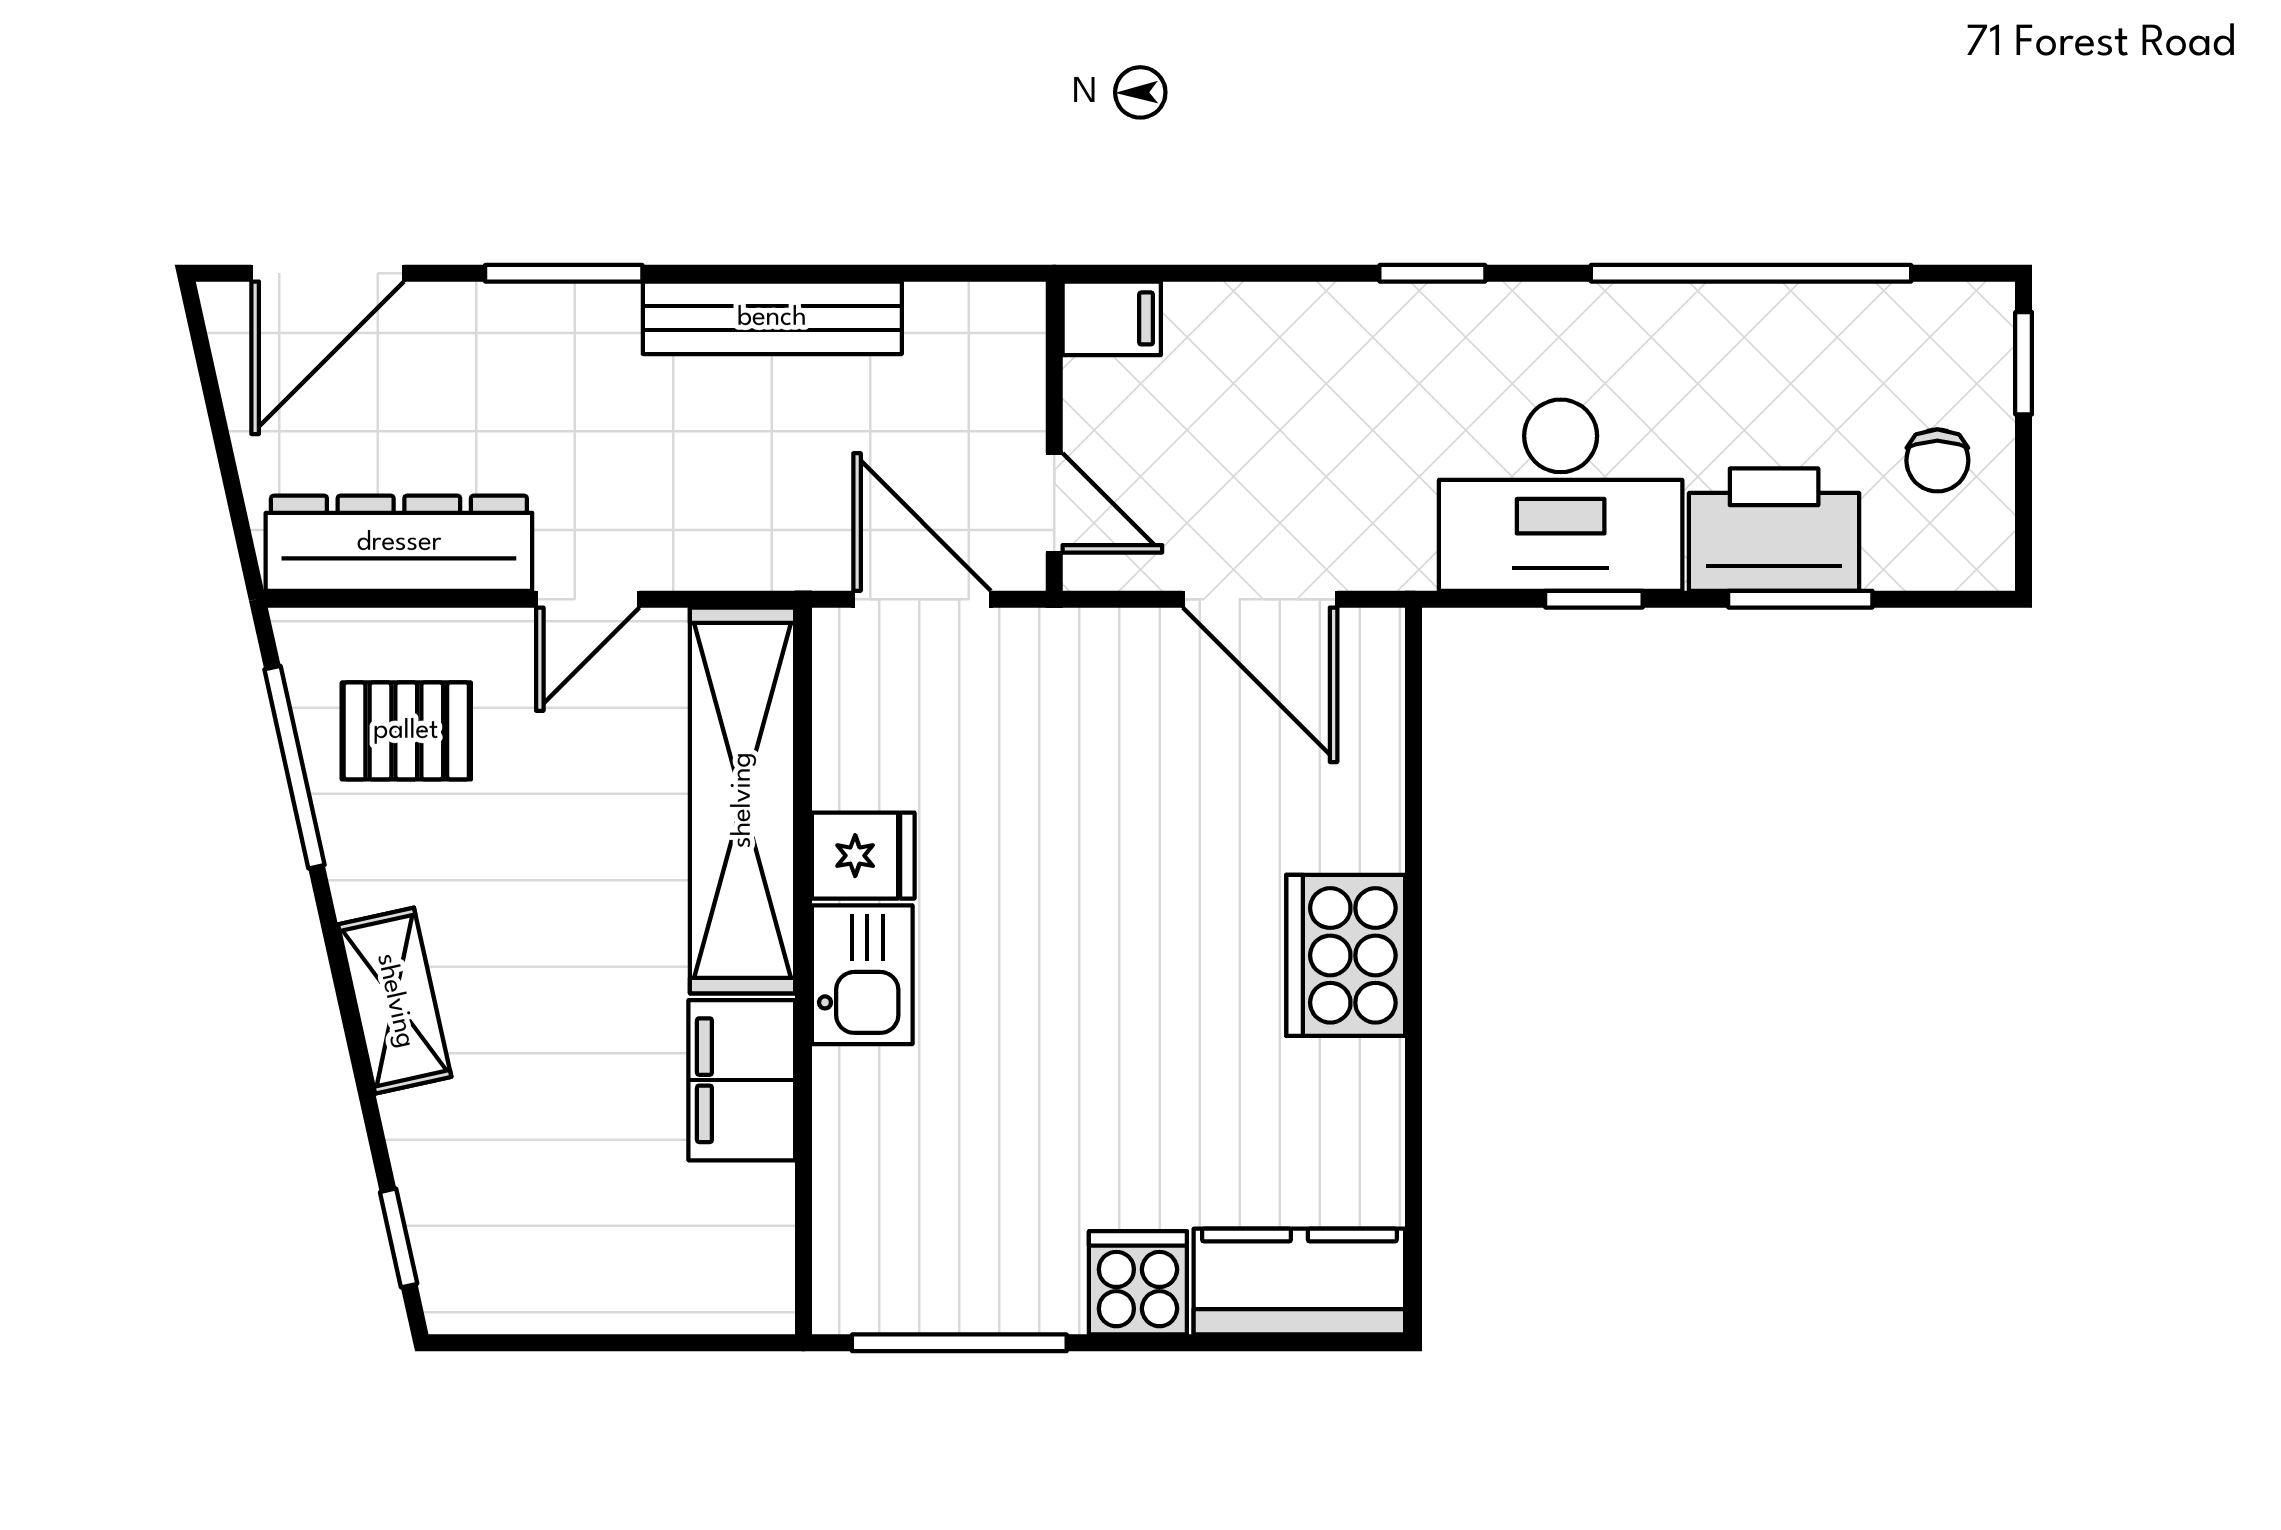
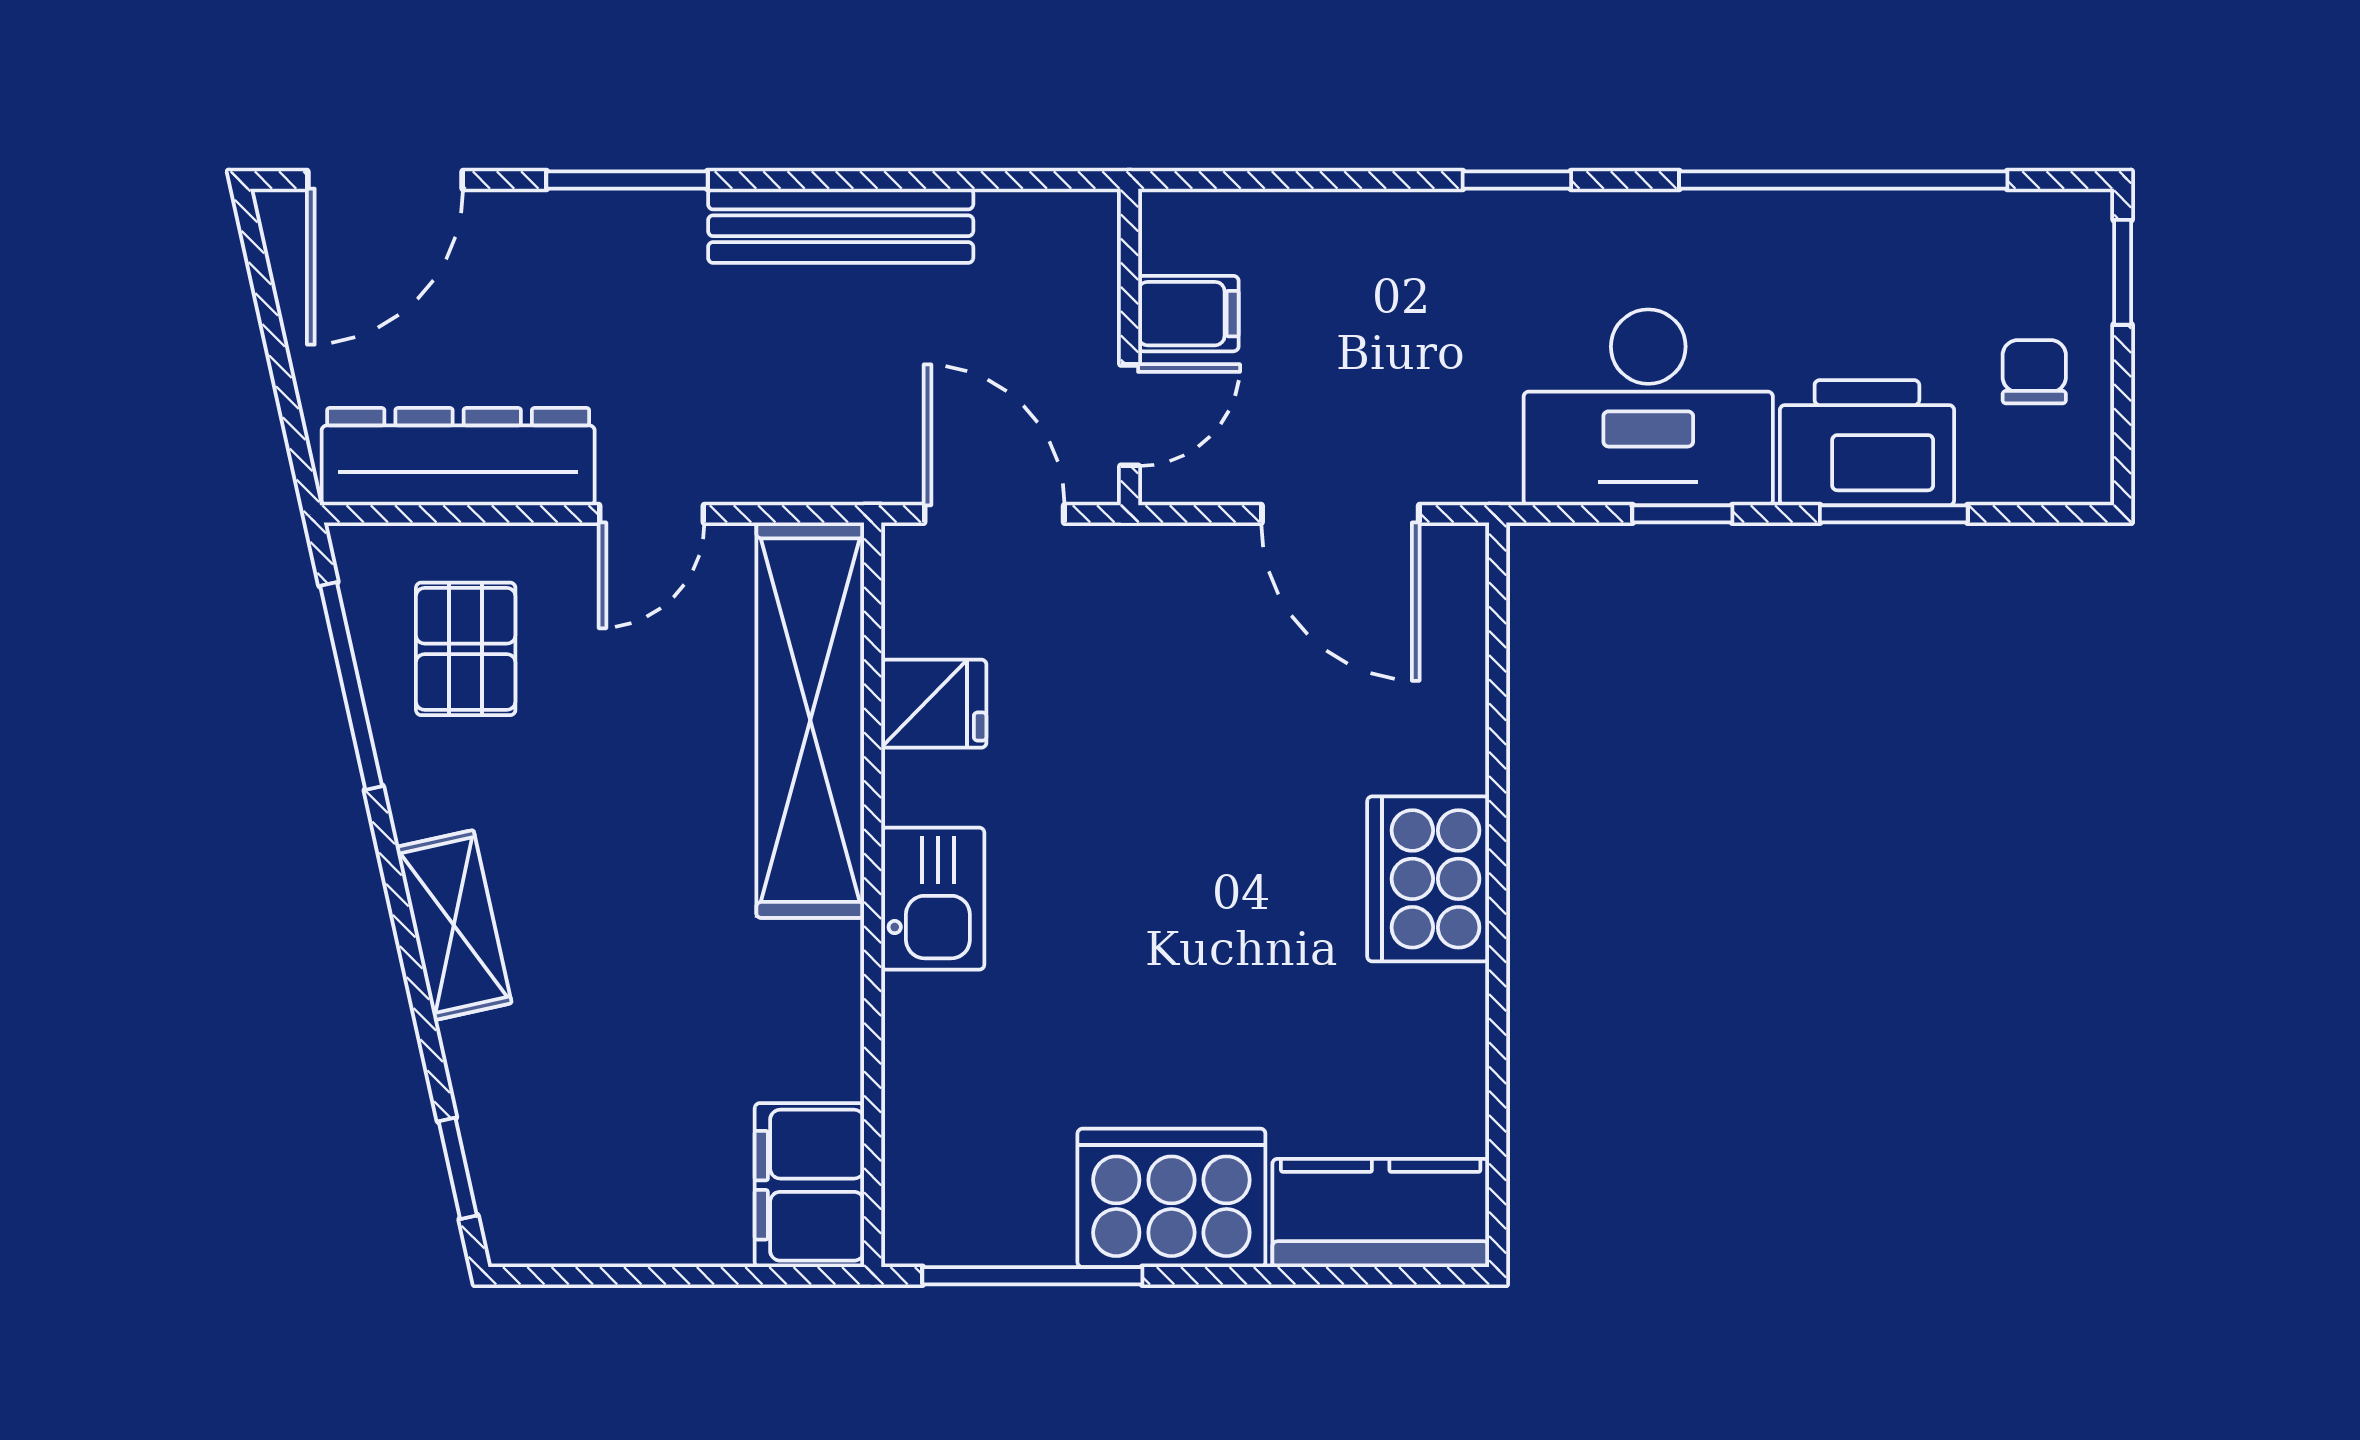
filing cabinet: (1112, 318) -> (1188, 314), moved
chair: (1937, 460) -> (2034, 372), turned 180
door: (1054, 503) -> (1130, 415), hinge flipped
pallet: (406, 731) -> (466, 649), turned 90
fridge: (863, 856) -> (934, 704), moved
filing cabinet: (742, 1080) -> (809, 1185), moved
cooker: (1138, 1283) -> (1171, 1198), width x1.87, depth x1.31

